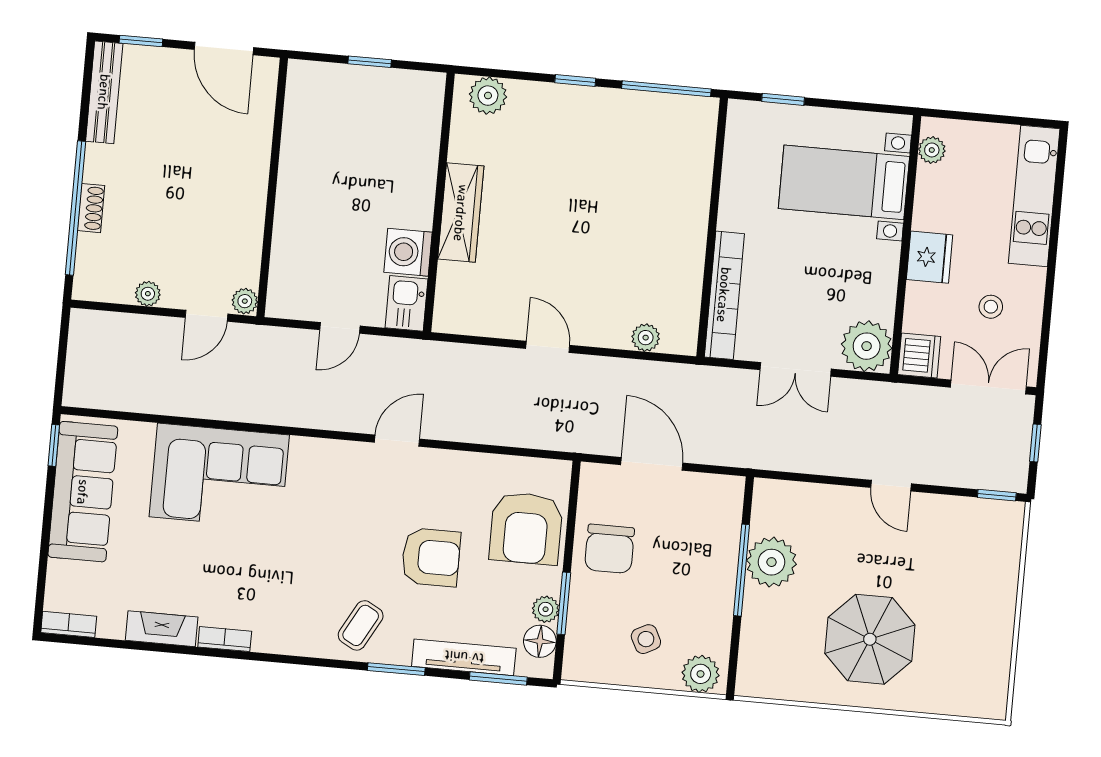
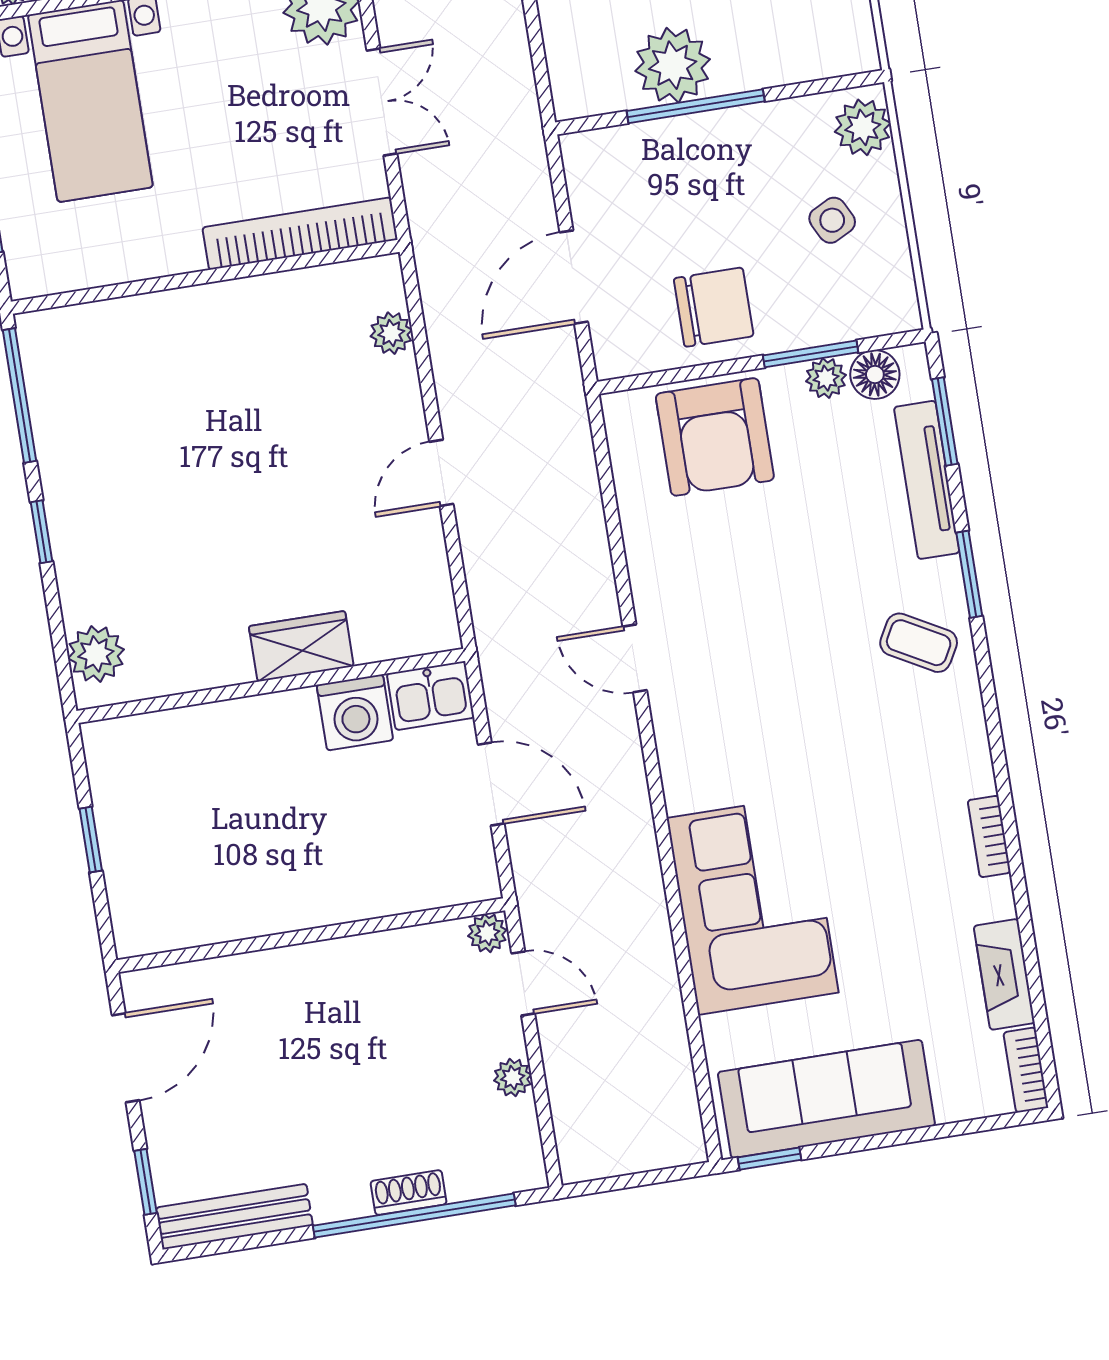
wardrobe: (461, 213) -> (301, 646), width x0.67
door: (340, 328) -> (491, 784), width x1.37
armchair: (526, 528) -> (715, 437), turned 90
armchair: (431, 557) -> (793, 565), removed
fireplace: (162, 629) -> (1004, 974), moved

